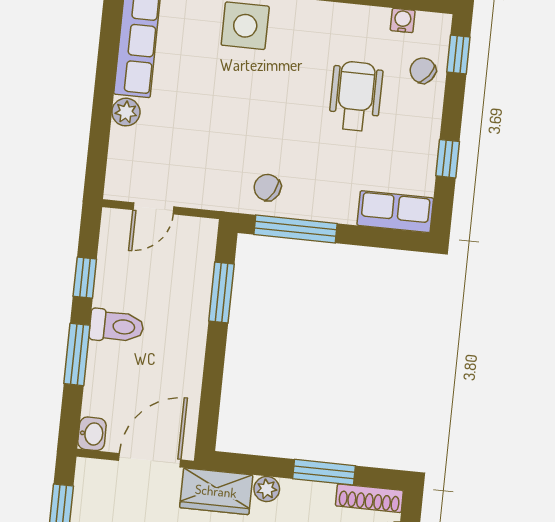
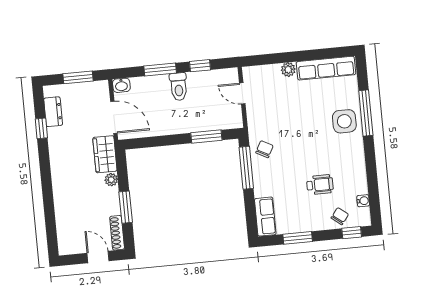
wheelchair: (356, 96) -> (320, 185), width x0.73, depth x0.73
window: (448, 159) -> (298, 238), width x1.50

